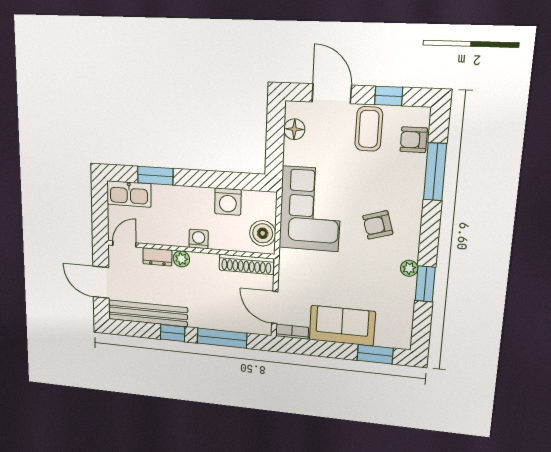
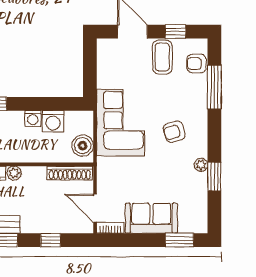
floor lamp: (294, 129) -> (105, 60), removed
washing machine: (199, 239) -> (33, 119), moved, turned 180
window: (222, 338) -> (51, 240), width x0.46

